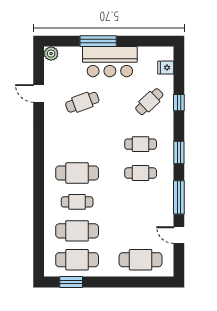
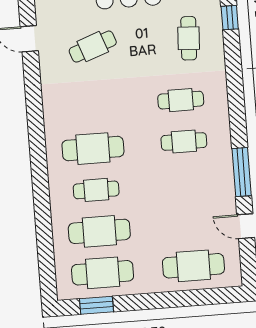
cafe table: (149, 102) -> (189, 38), turned -44
window: (179, 103) -> (230, 18), moved
window: (179, 153) -> (237, 108), removed

